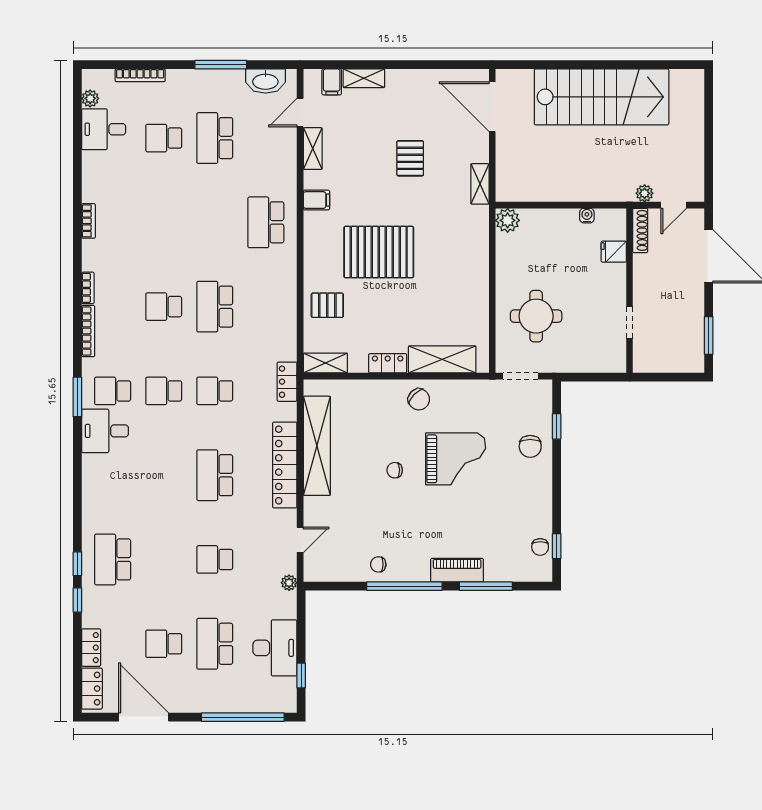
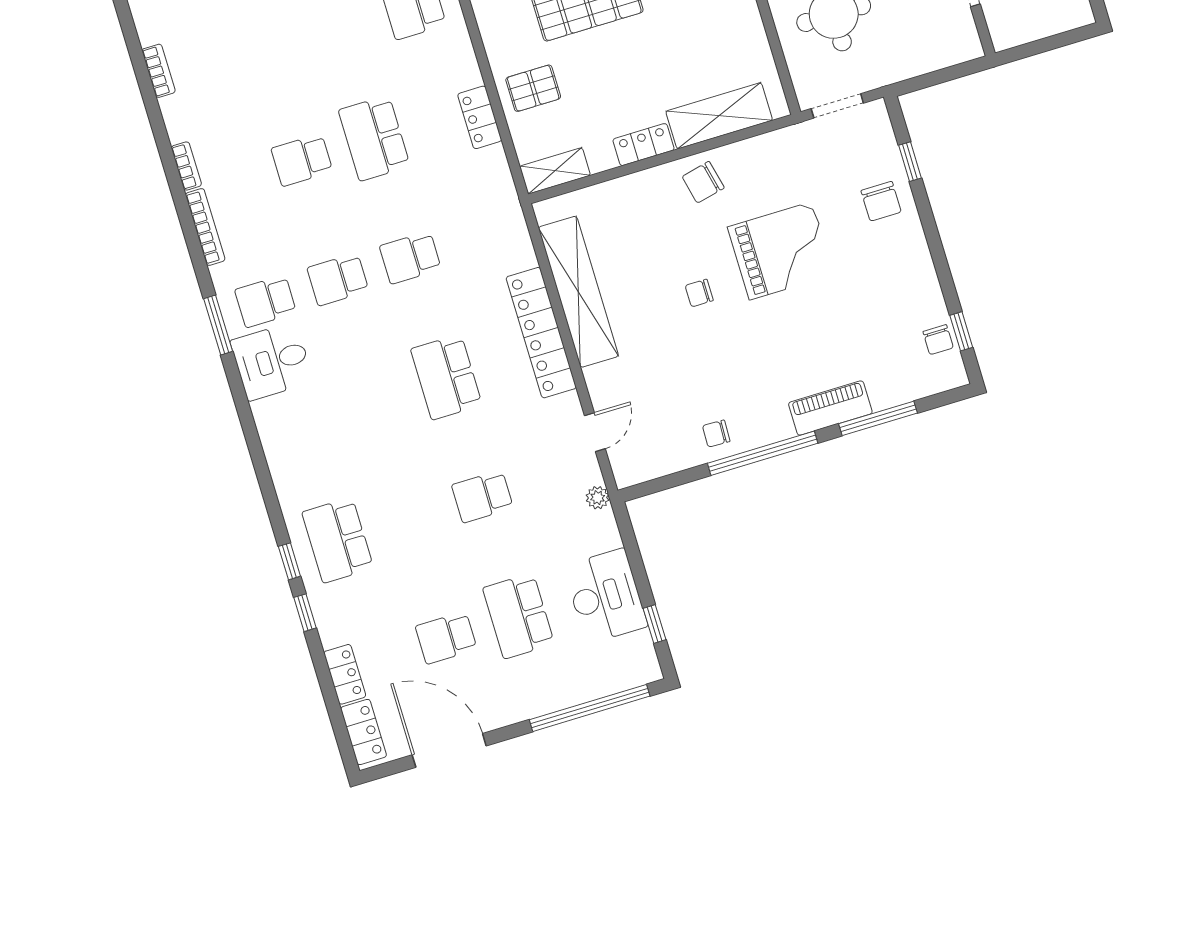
locker: (287, 382) -> (480, 117), moved
chair: (419, 399) -> (703, 182), turned 123

